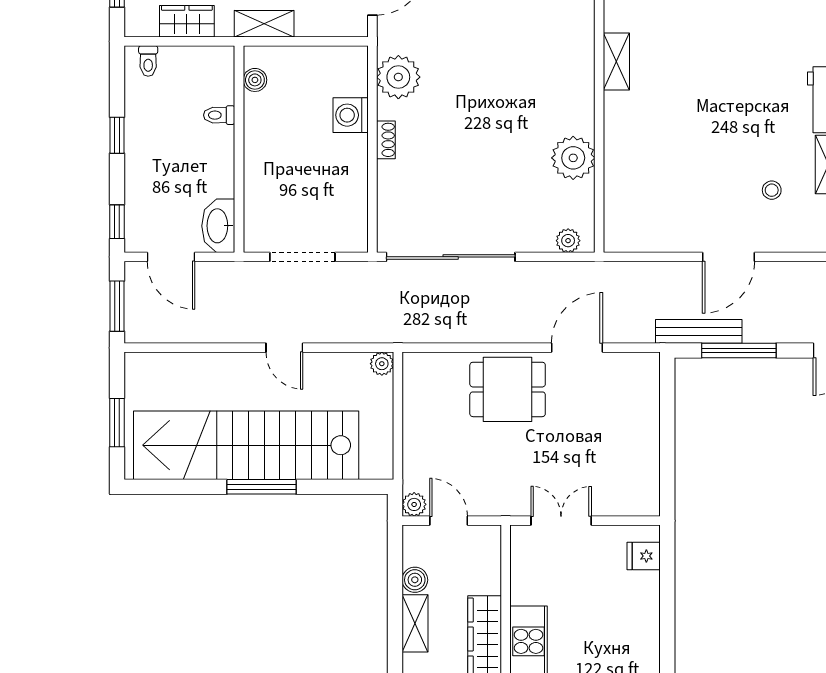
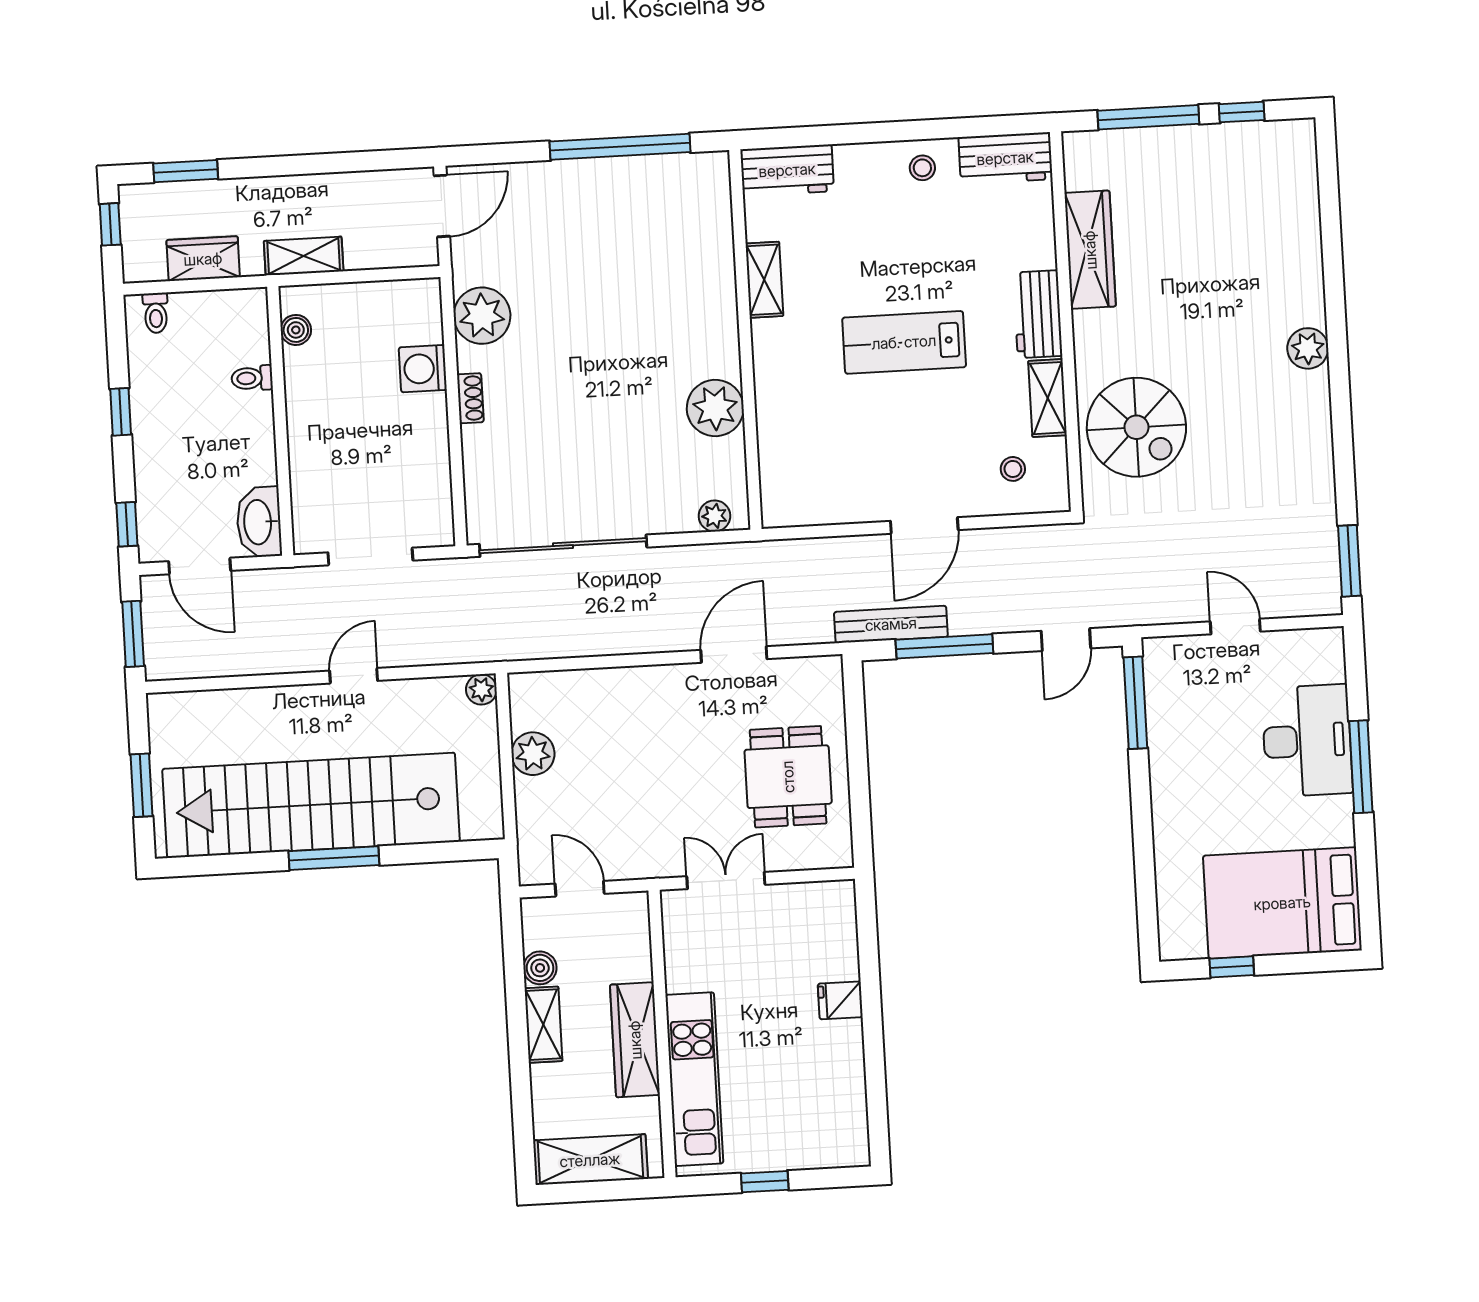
lab bench: (721, 116) -> (904, 342), added
stool: (772, 190) -> (1013, 469), moved
door: (284, 348) -> (354, 676), swing flipped
dining table: (508, 389) -> (788, 777), moved, turned 90
plant: (414, 504) -> (533, 754), moved, width x1.38, depth x1.38
fridge: (644, 556) -> (840, 1000), moved

